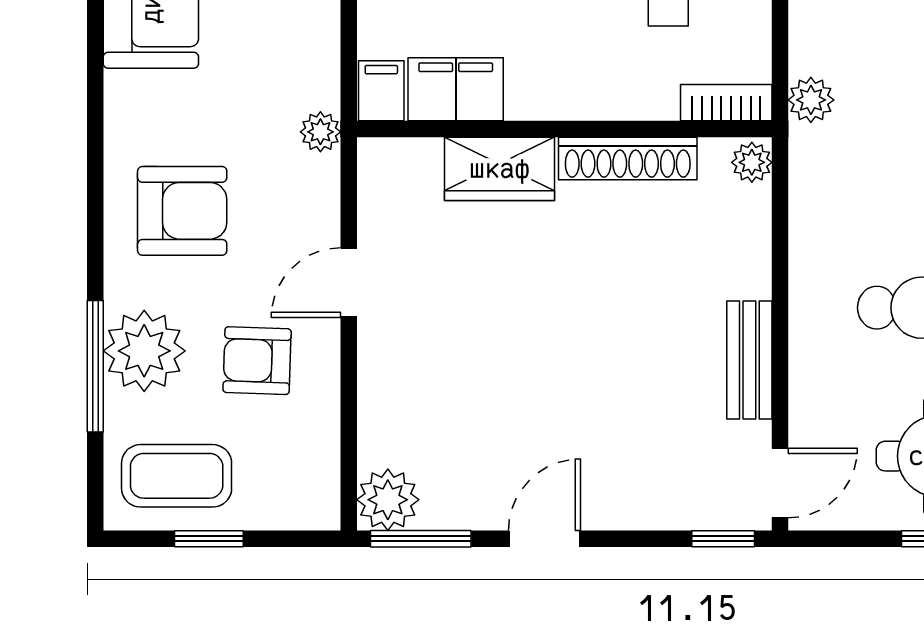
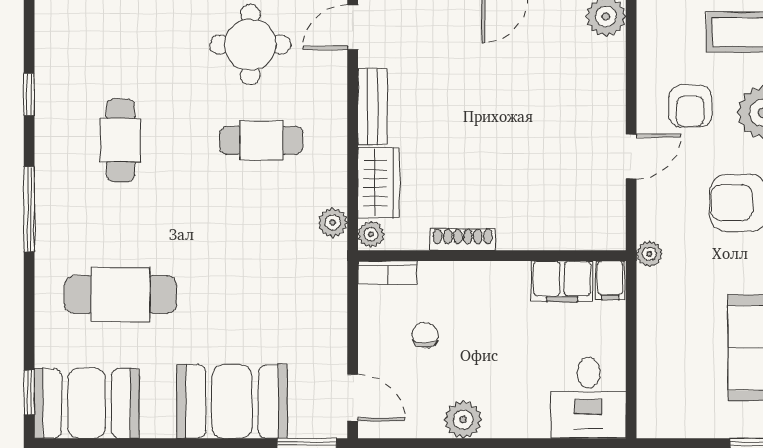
plant: (811, 100) -> (333, 222), moved
shoe rack: (628, 158) -> (463, 239), width x0.74, depth x0.81
wardrobe: (500, 169) -> (378, 183), moved, turned 90
armchair: (257, 361) -> (690, 106), turned 88

